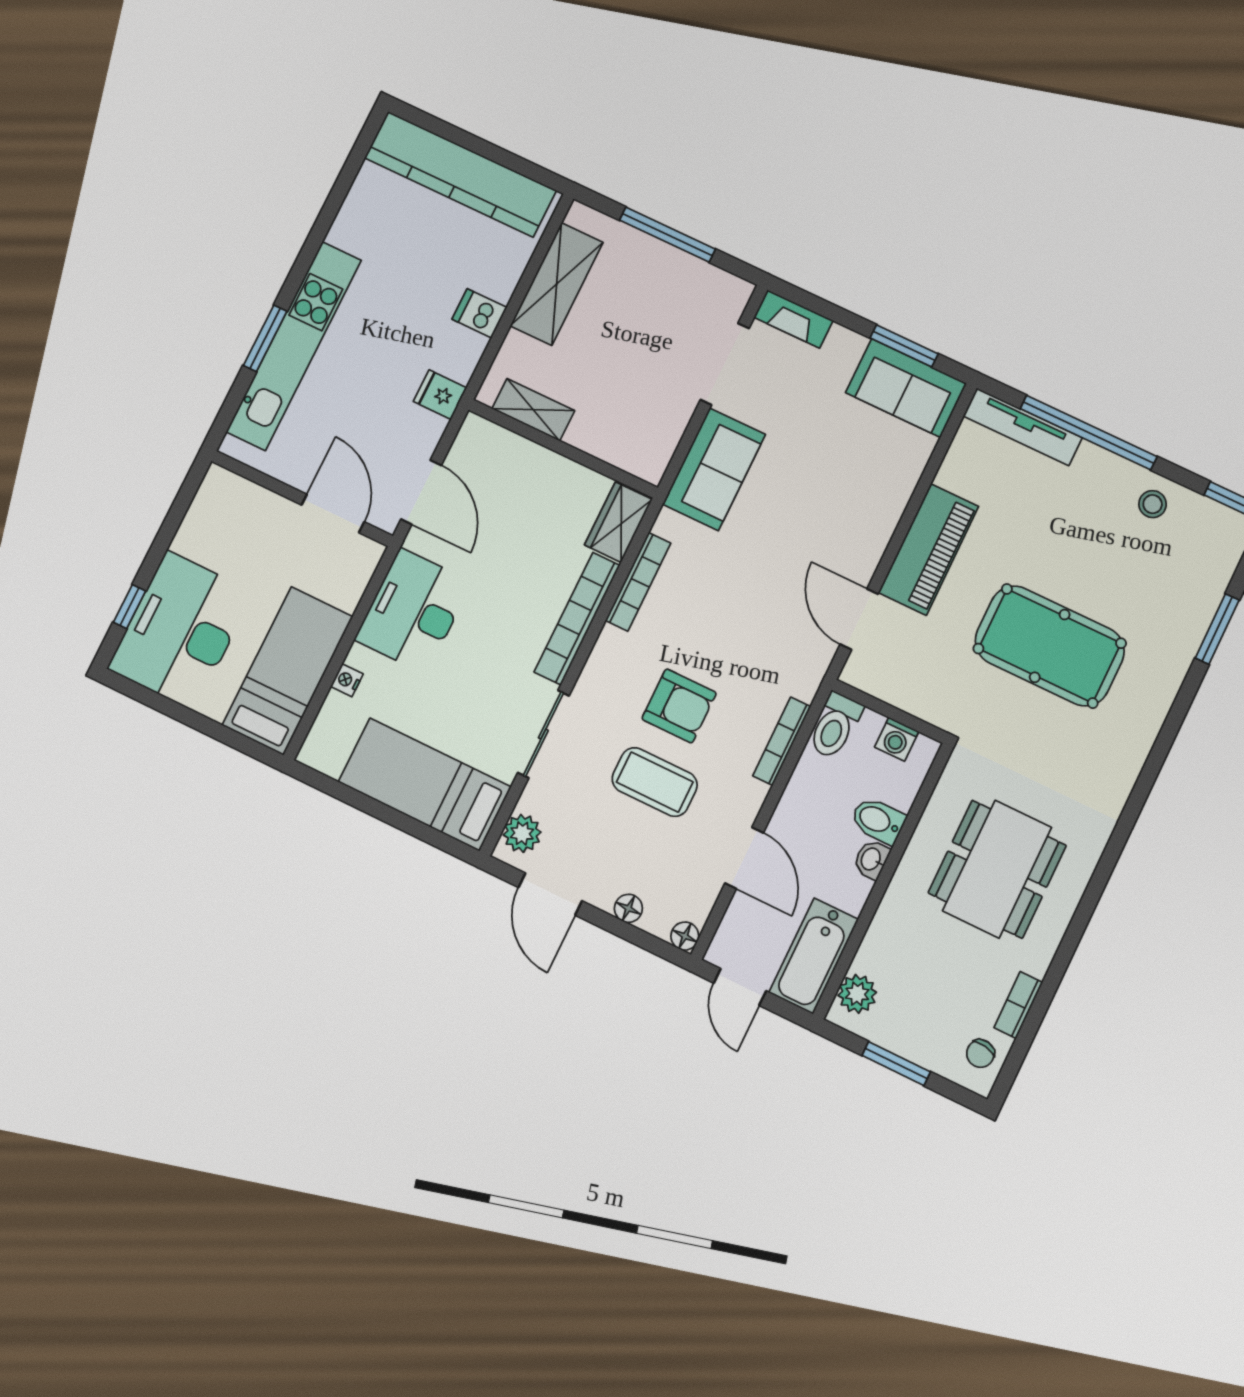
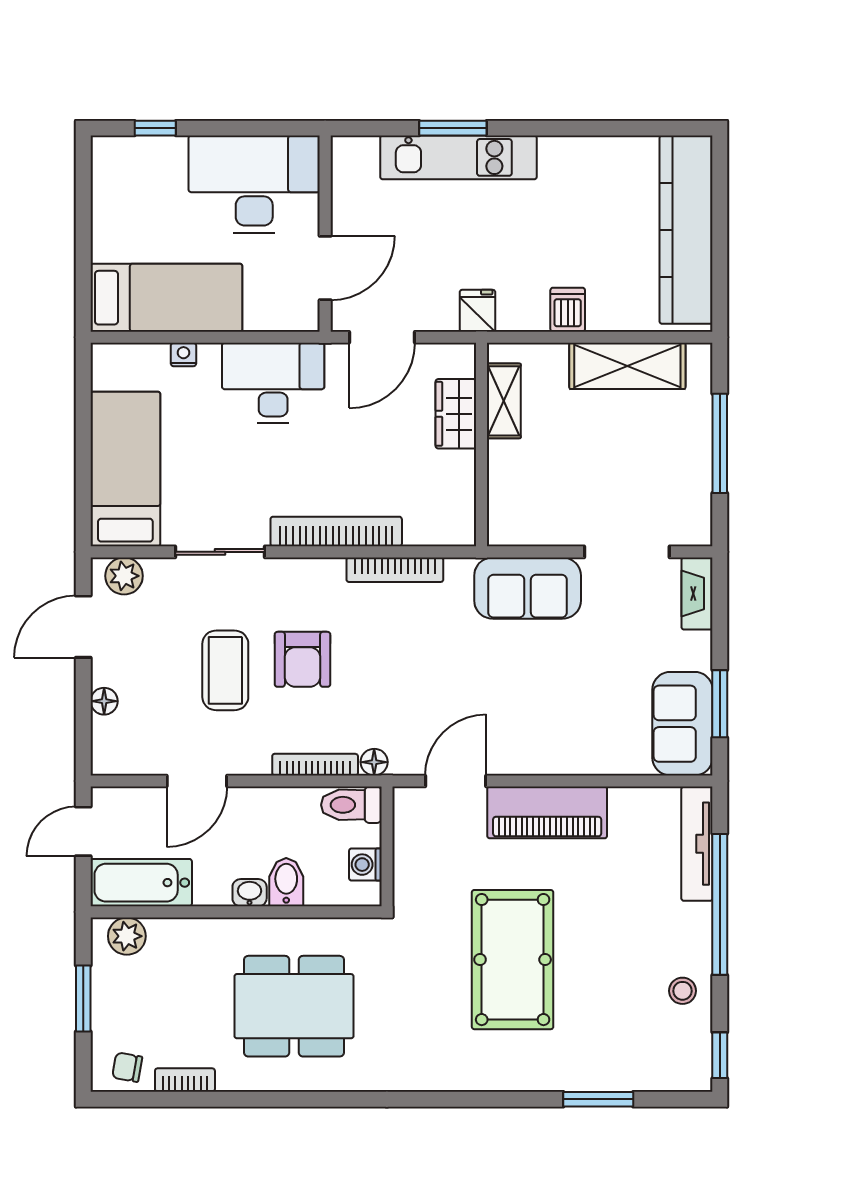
kitchen unit: (294, 346) -> (458, 157), width x0.73
wardrobe: (618, 522) -> (456, 414), moved, turned -90
desk: (181, 630) -> (254, 184), moved
floor lamp: (685, 936) -> (374, 762), moved

